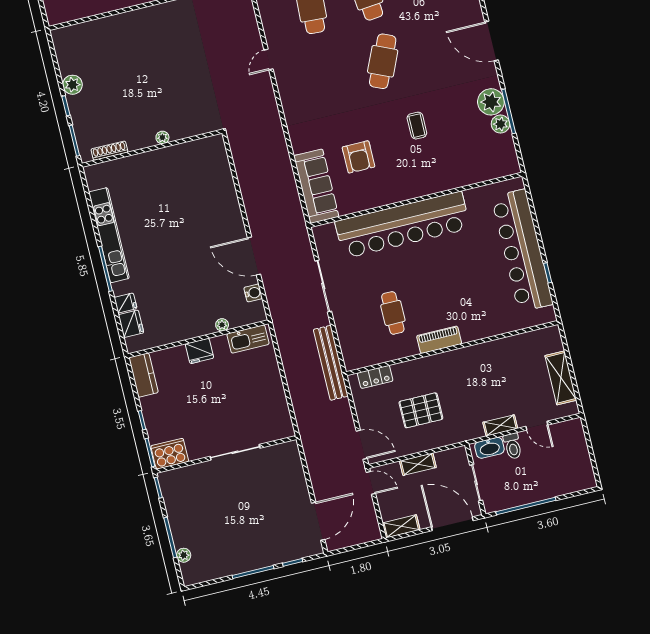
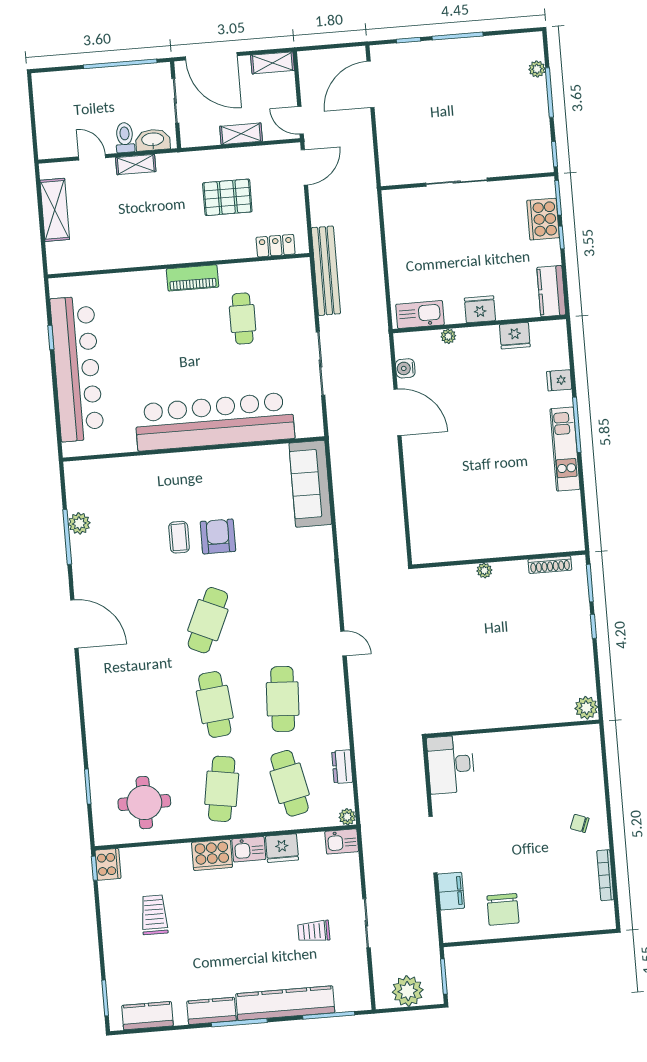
door: (269, 60) -> (343, 643), hinge flipped
plant: (73, 85) -> (586, 708), moved
plant: (491, 102) -> (86, 552), removed
armchair: (358, 157) -> (218, 536), moved
kitchen unit: (109, 235) -> (565, 449), width x0.73
fridge: (131, 324) -> (515, 336), moved, turned -90
door: (362, 445) -> (304, 167), swing flipped
cooker: (170, 454) -> (543, 219), moved, turned 90

